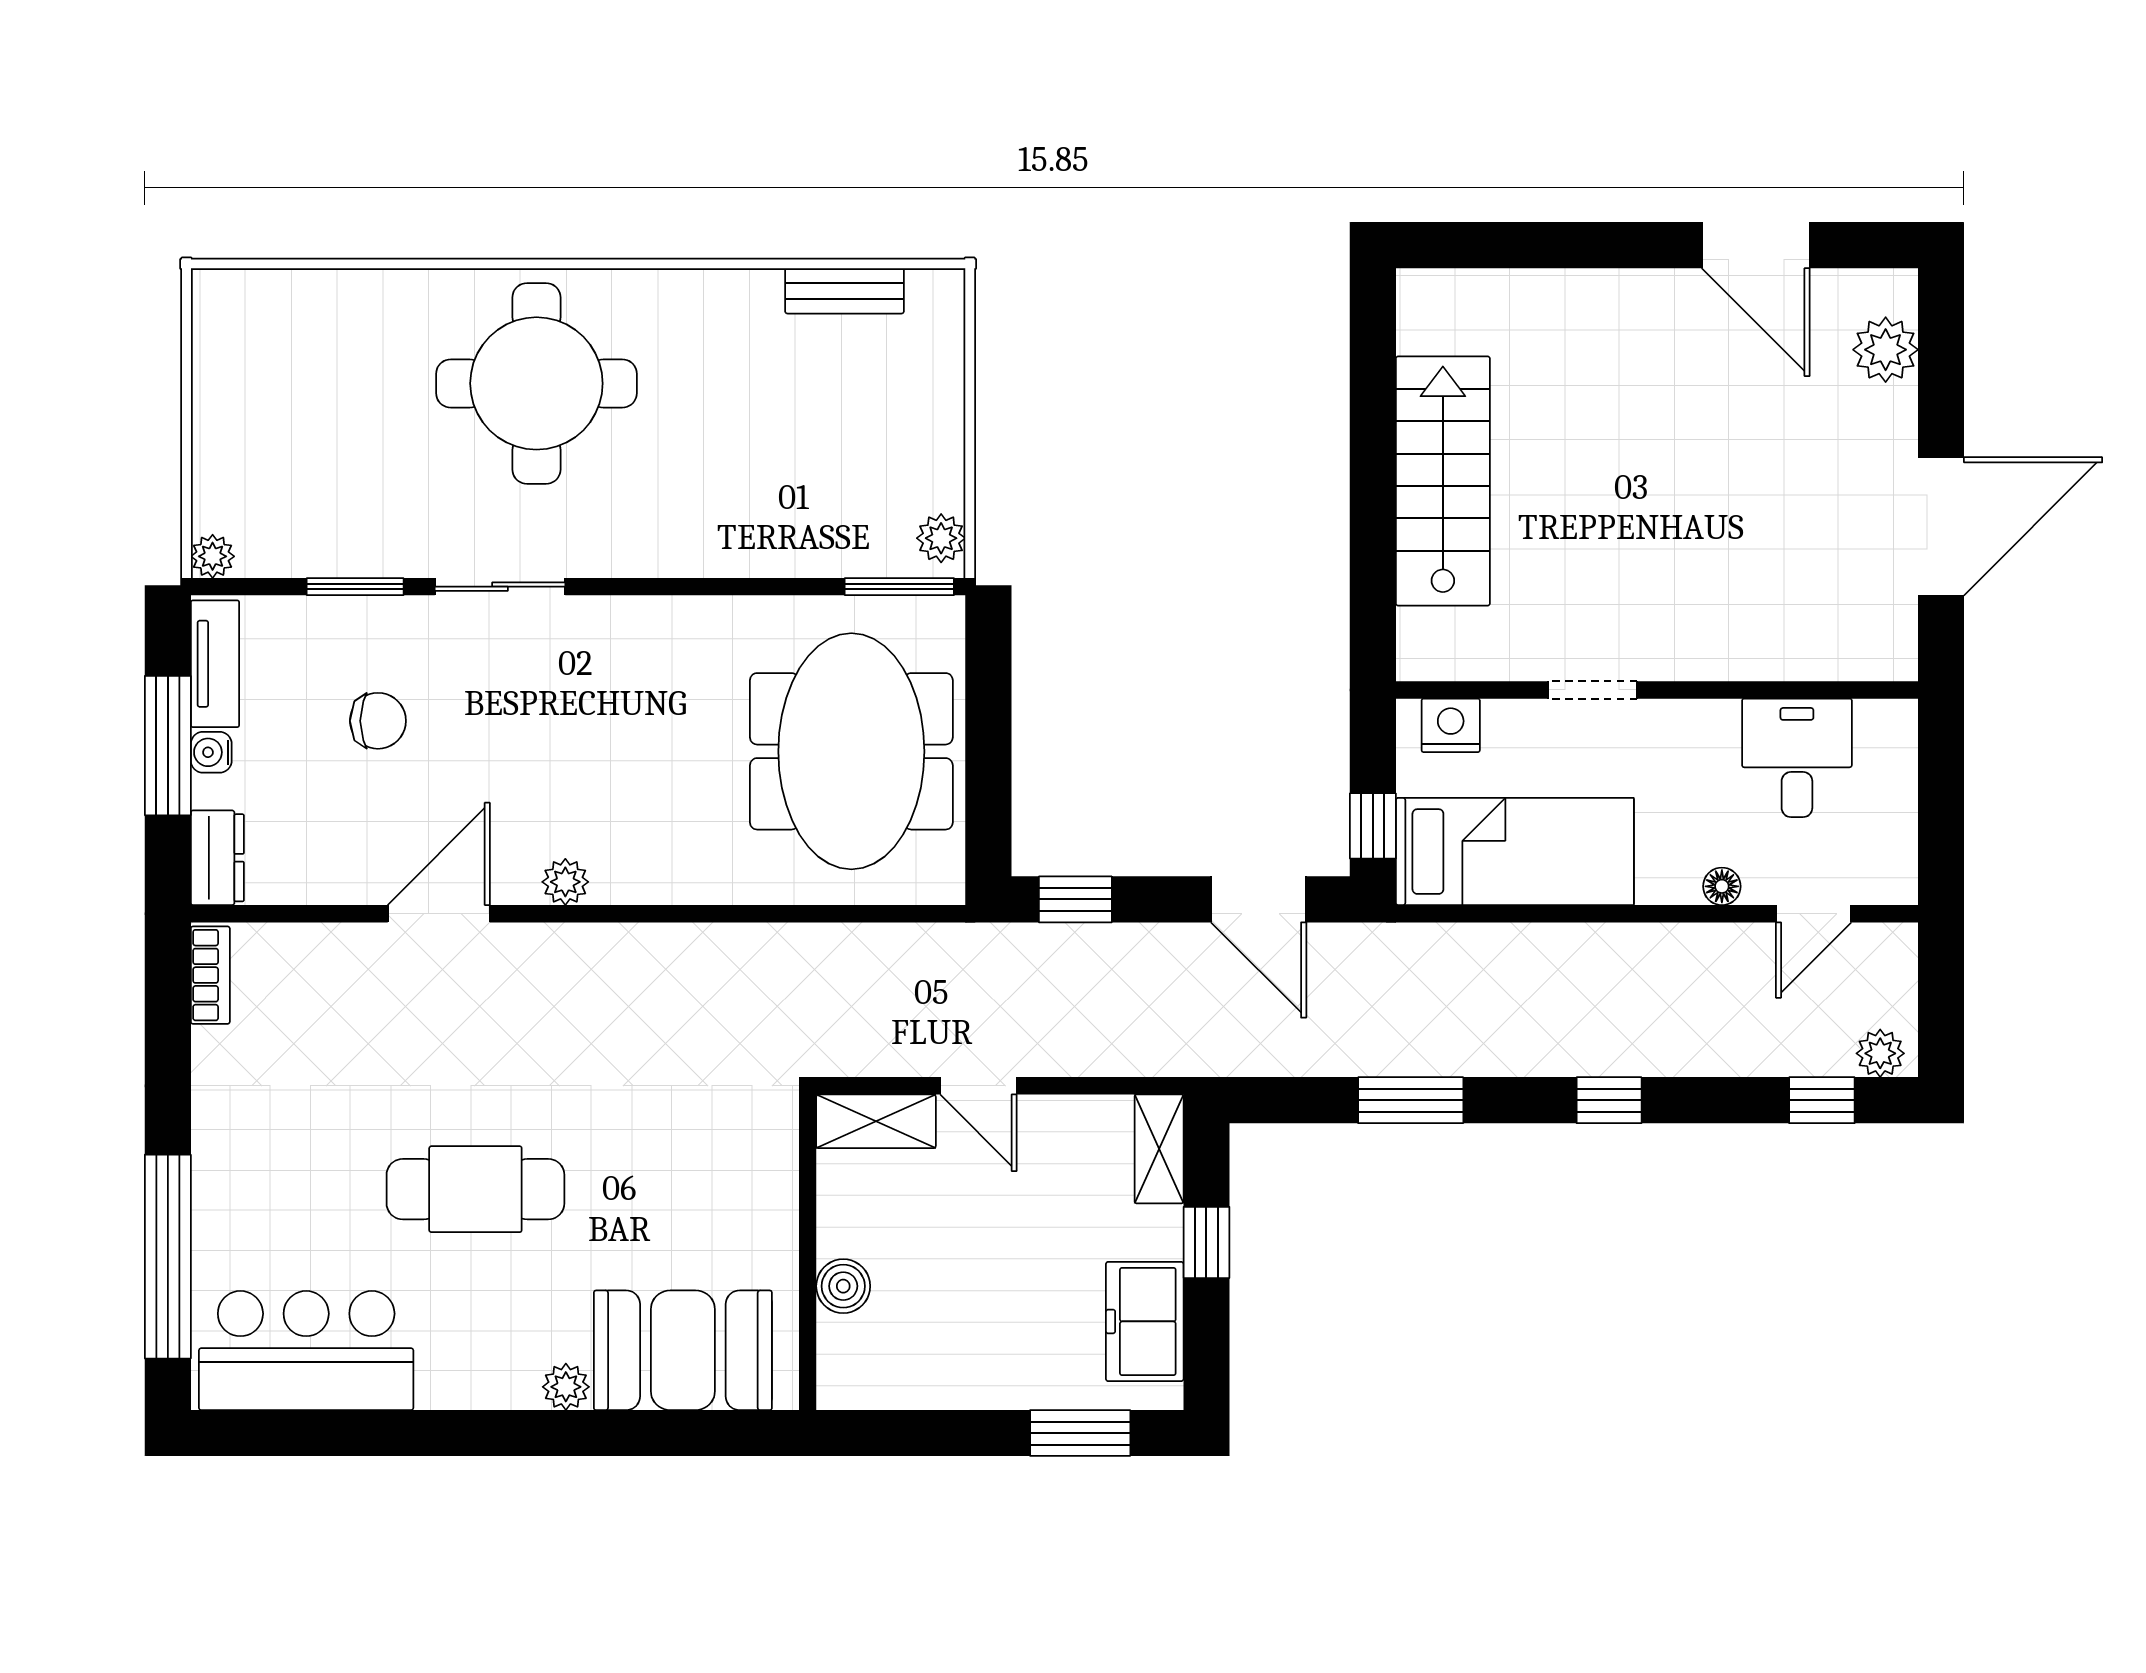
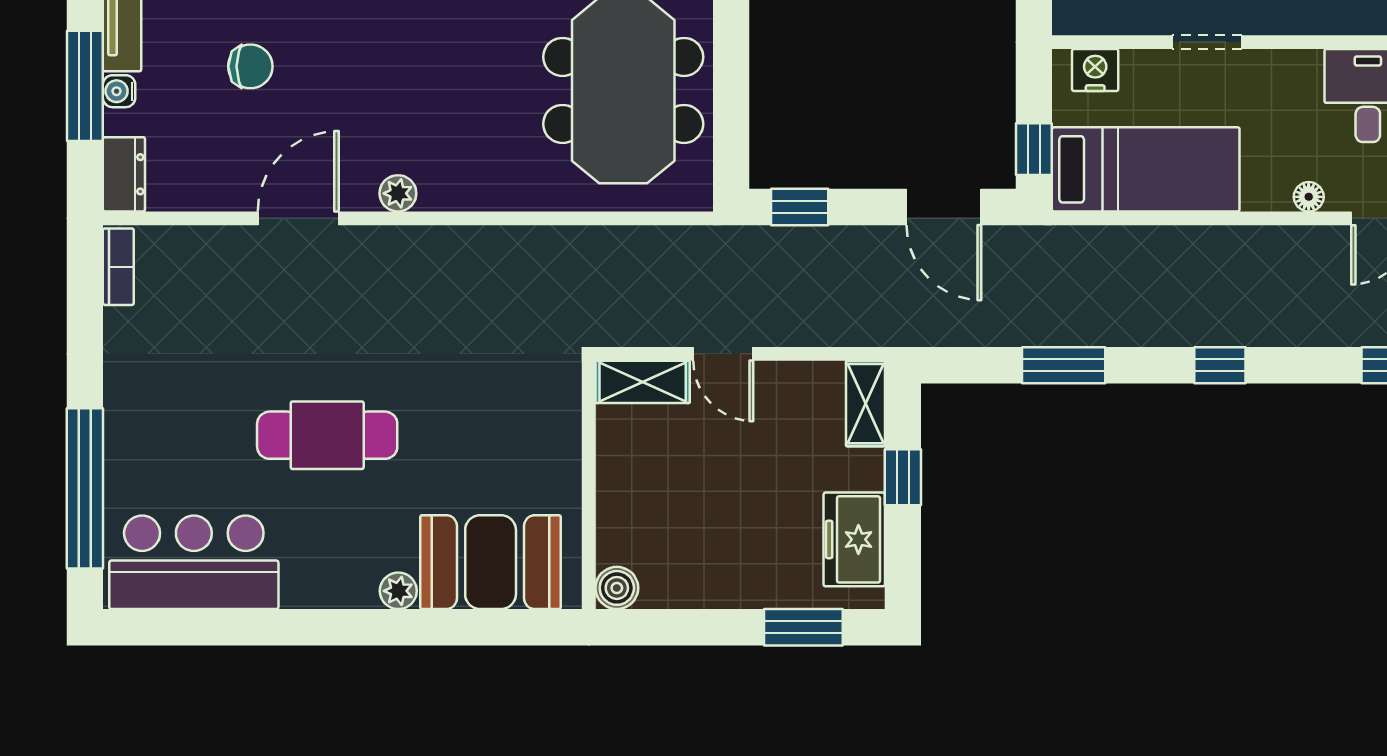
boiler: (843, 1286) -> (617, 588), moved

